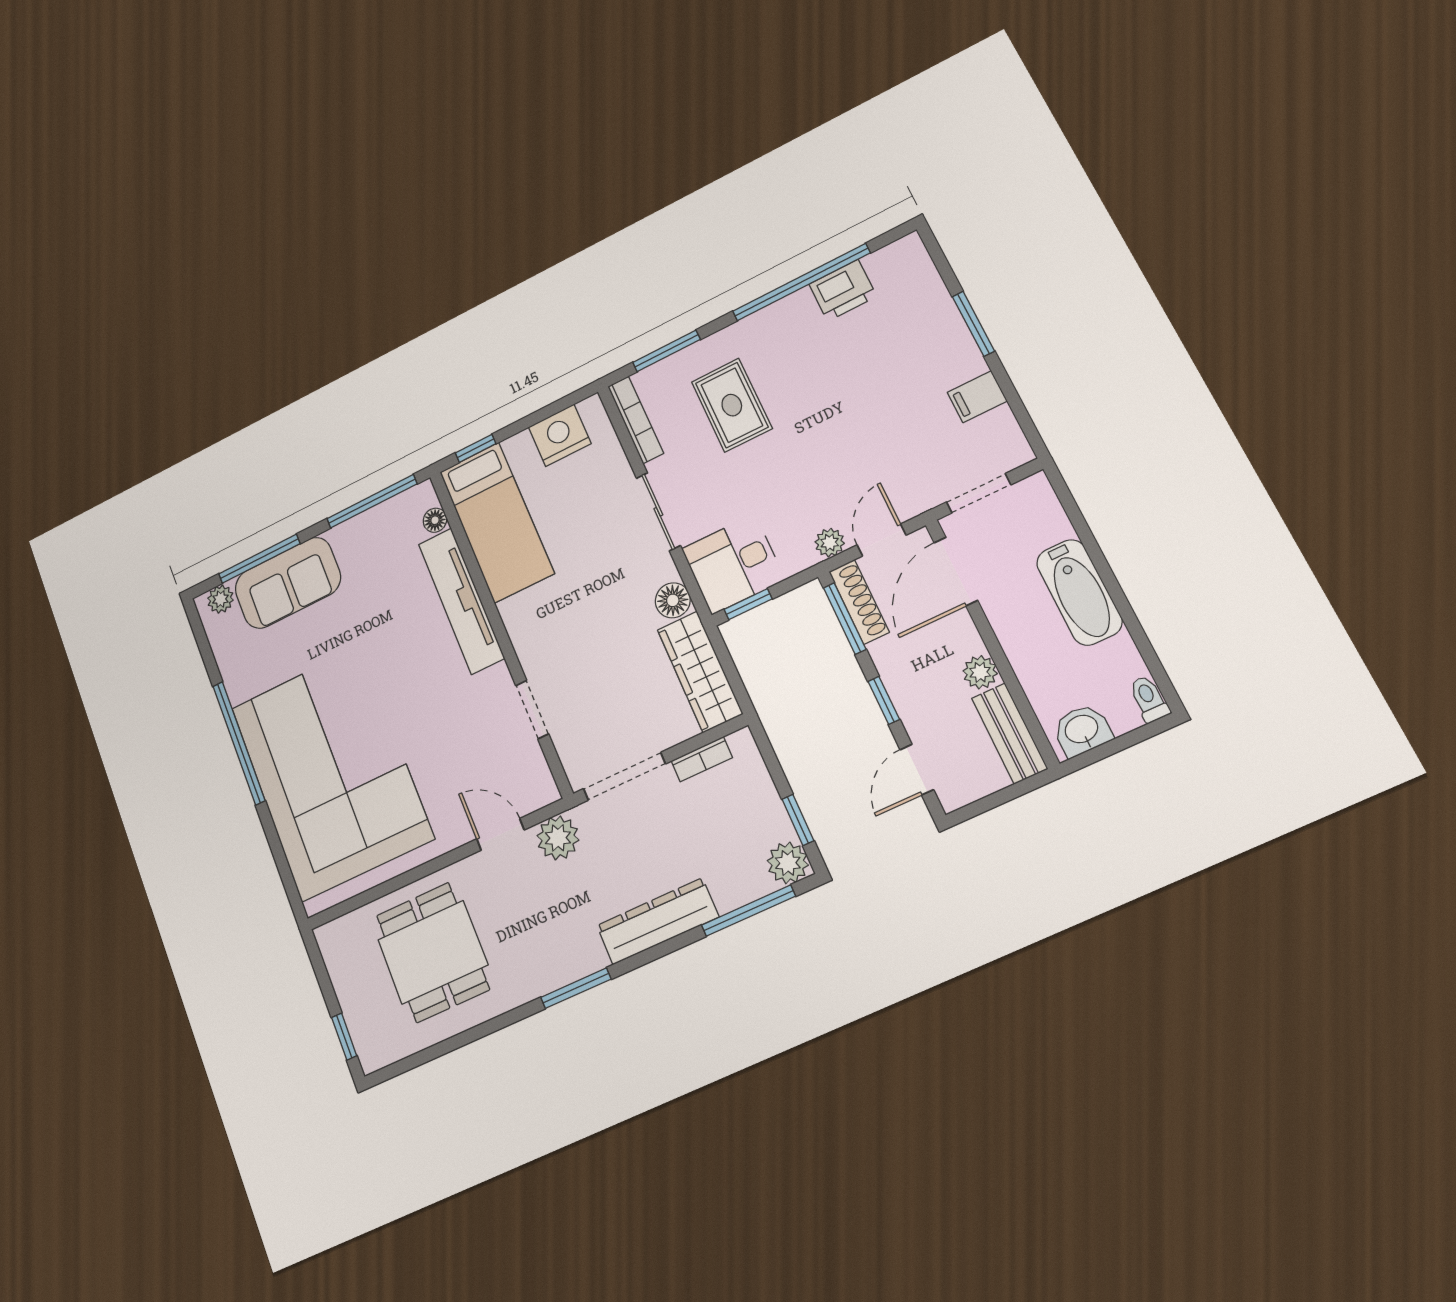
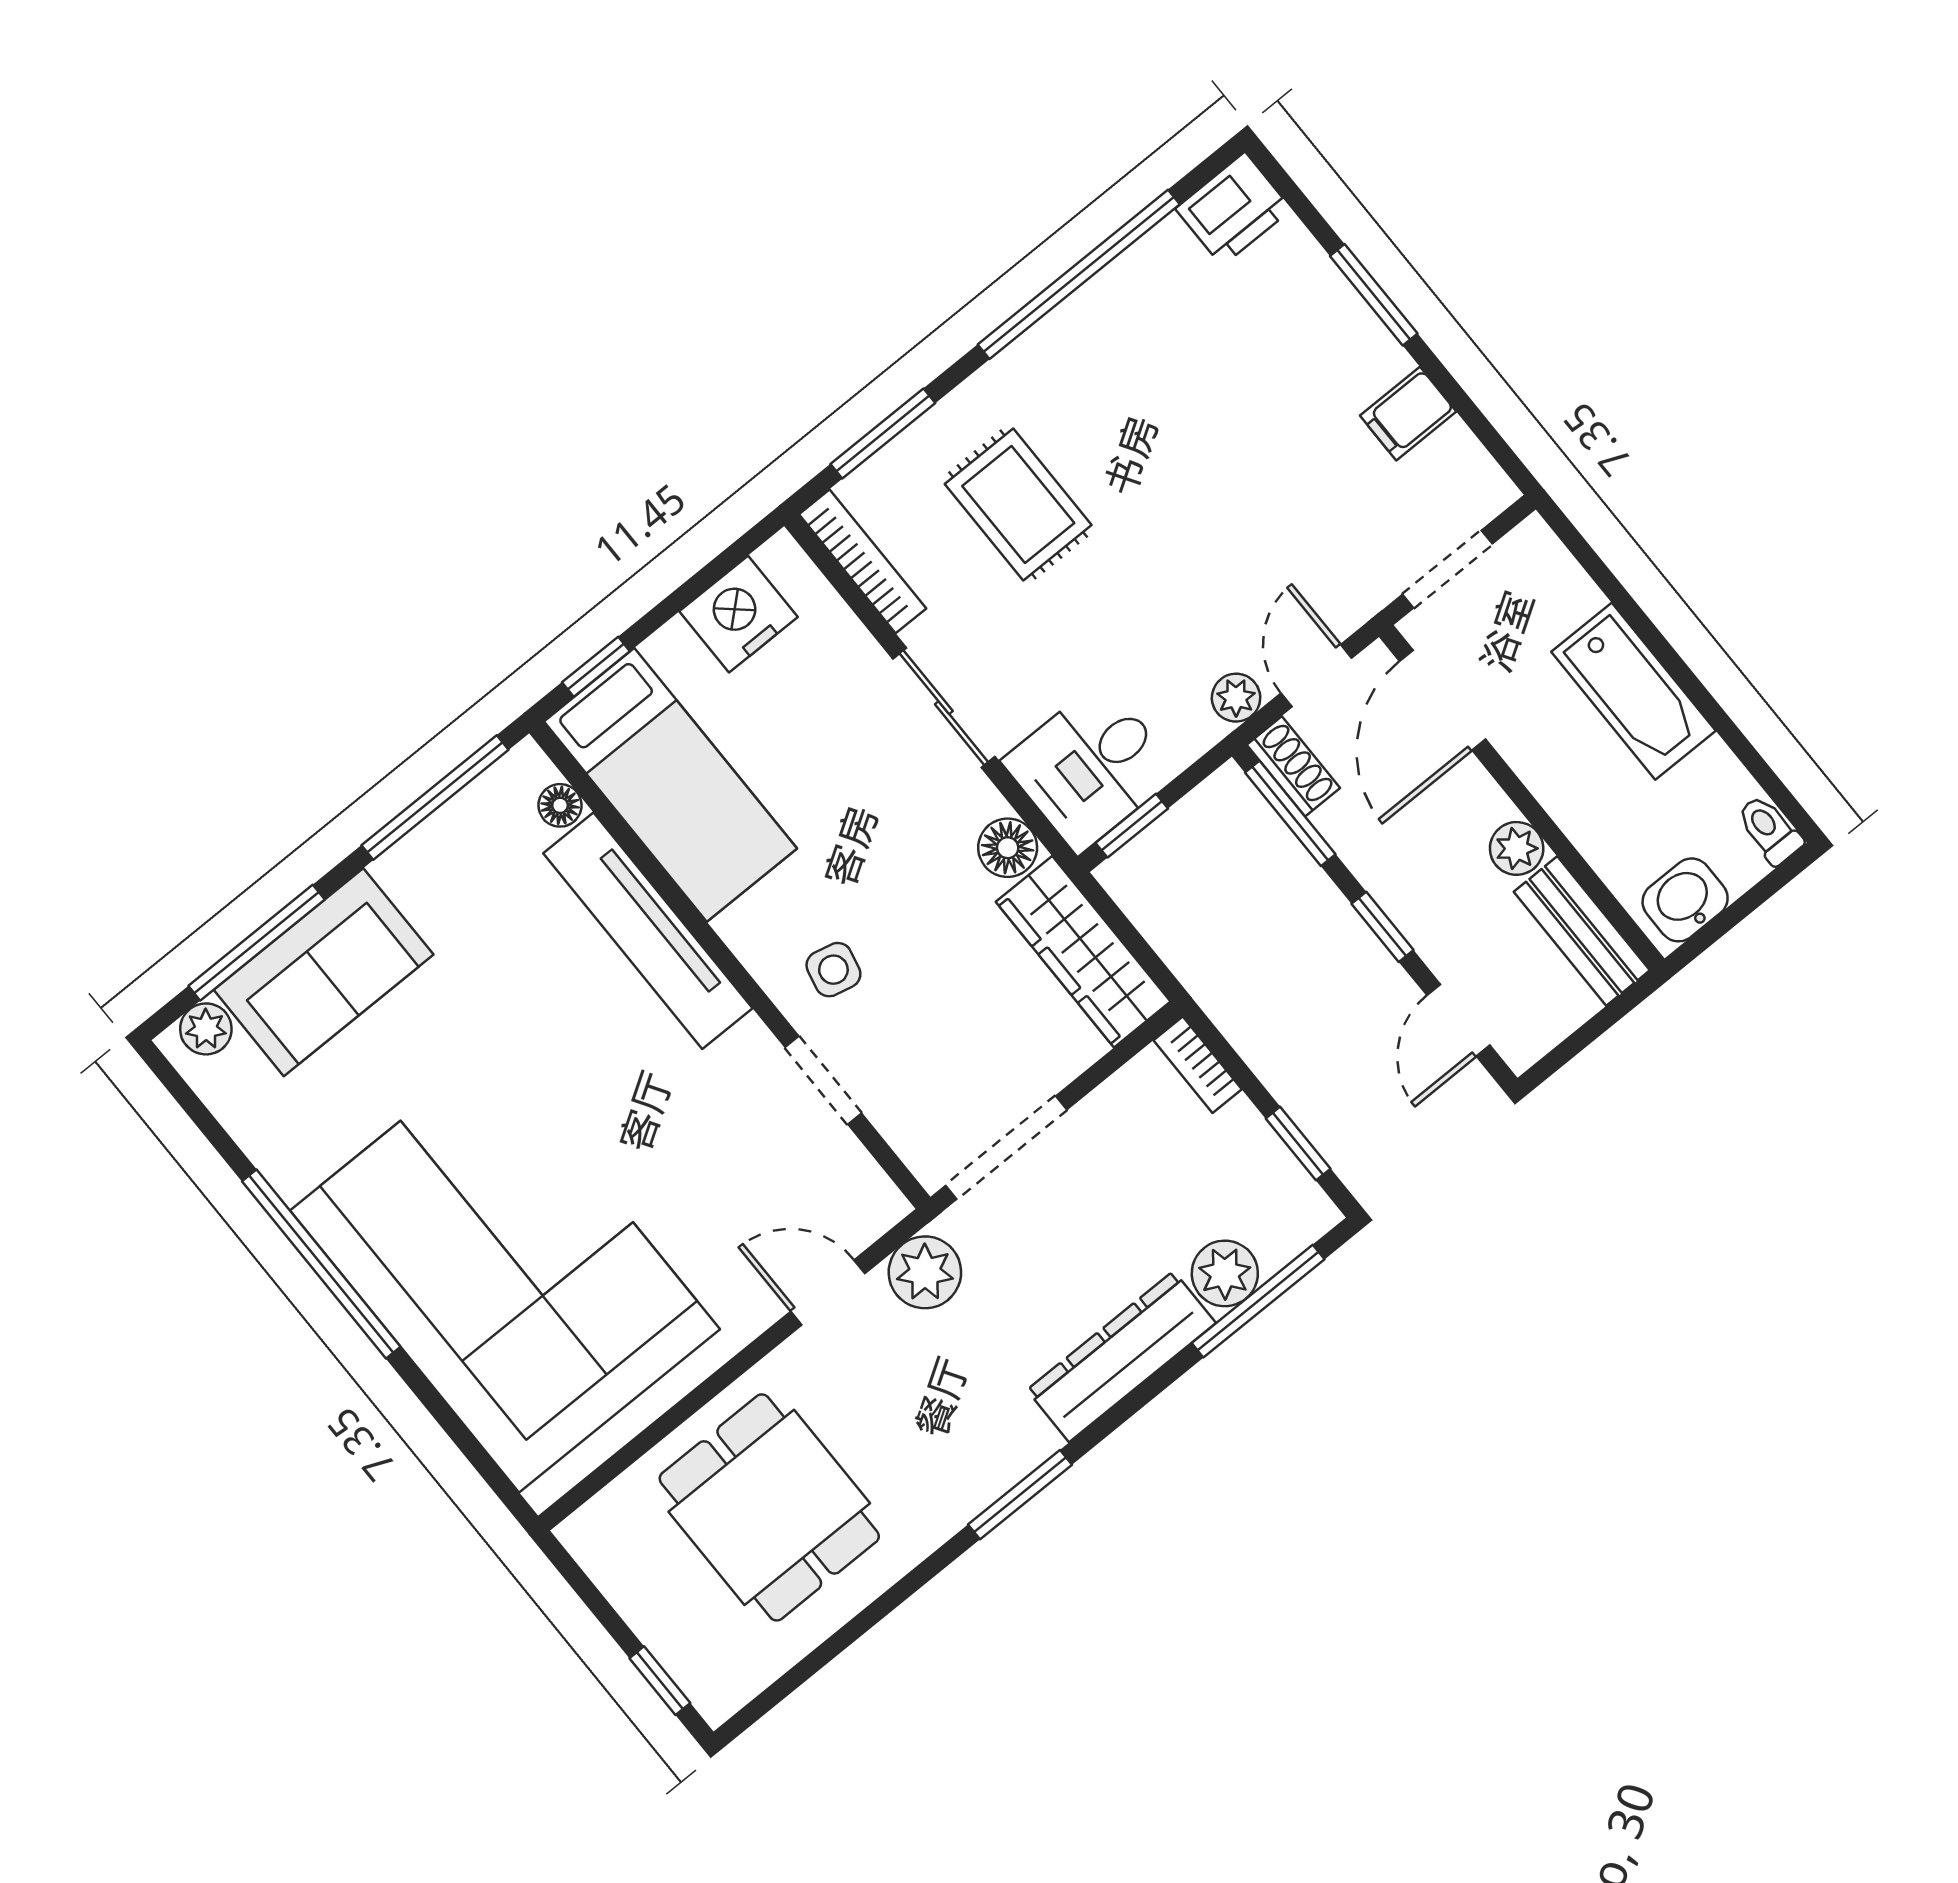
printer: (843, 290) -> (1233, 209), moved
shoe rack: (859, 602) -> (1293, 766), width x0.70
side table: (556, 647) -> (833, 970), added
bookcase: (702, 759) -> (1198, 1065), moved, turned 90
plant: (788, 863) -> (1225, 1273), moved

